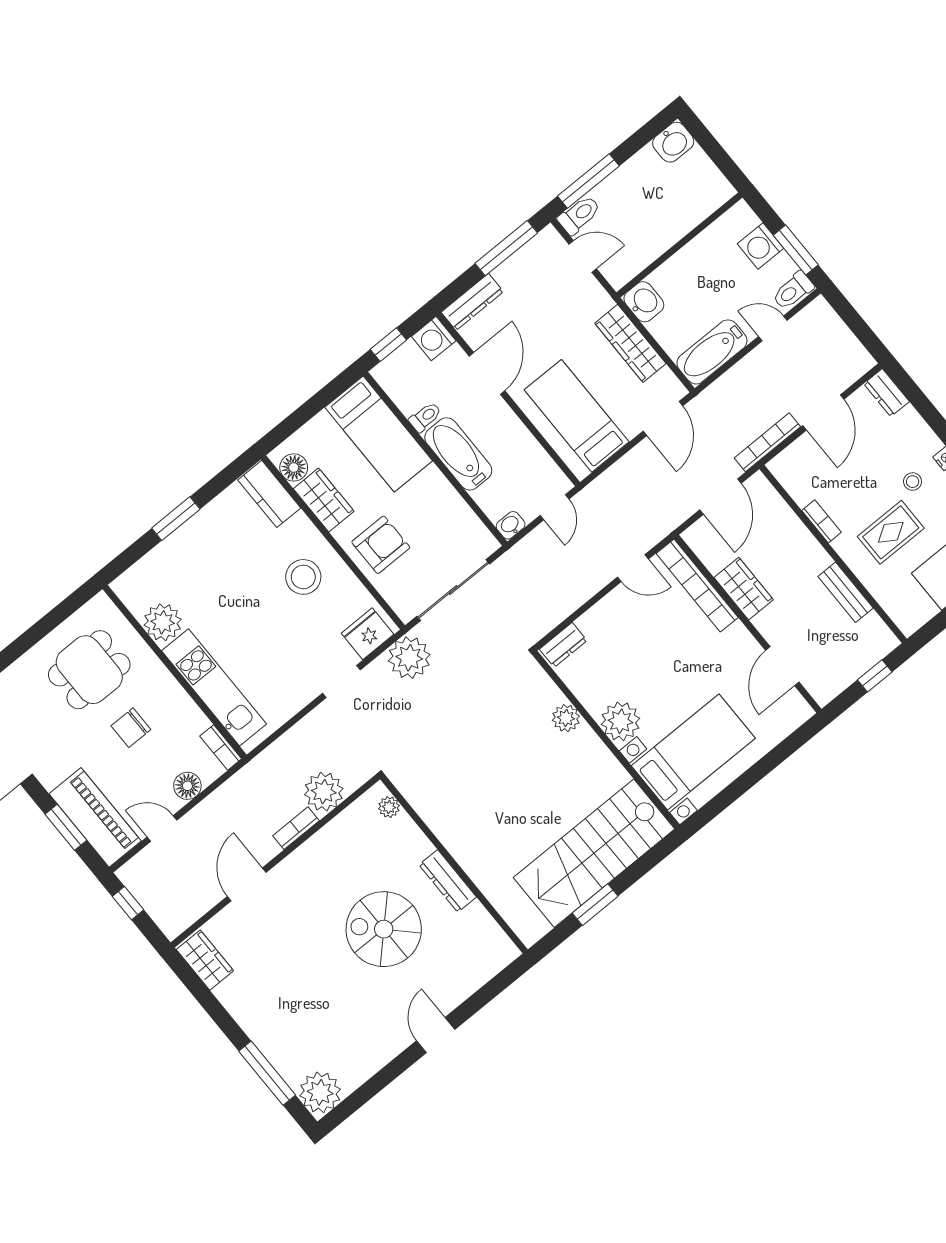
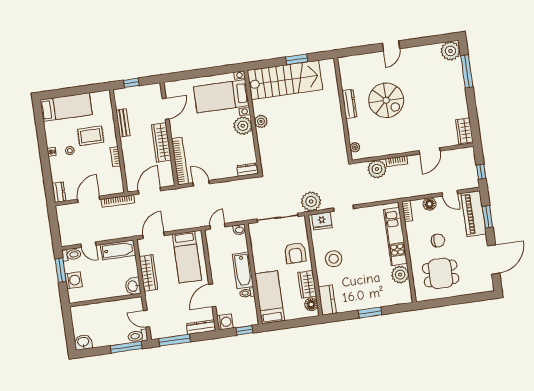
armchair: (381, 545) -> (295, 253), turned -90
wardrobe: (744, 589) -> (161, 142), width x1.50
plant: (566, 718) -> (261, 121), moved

